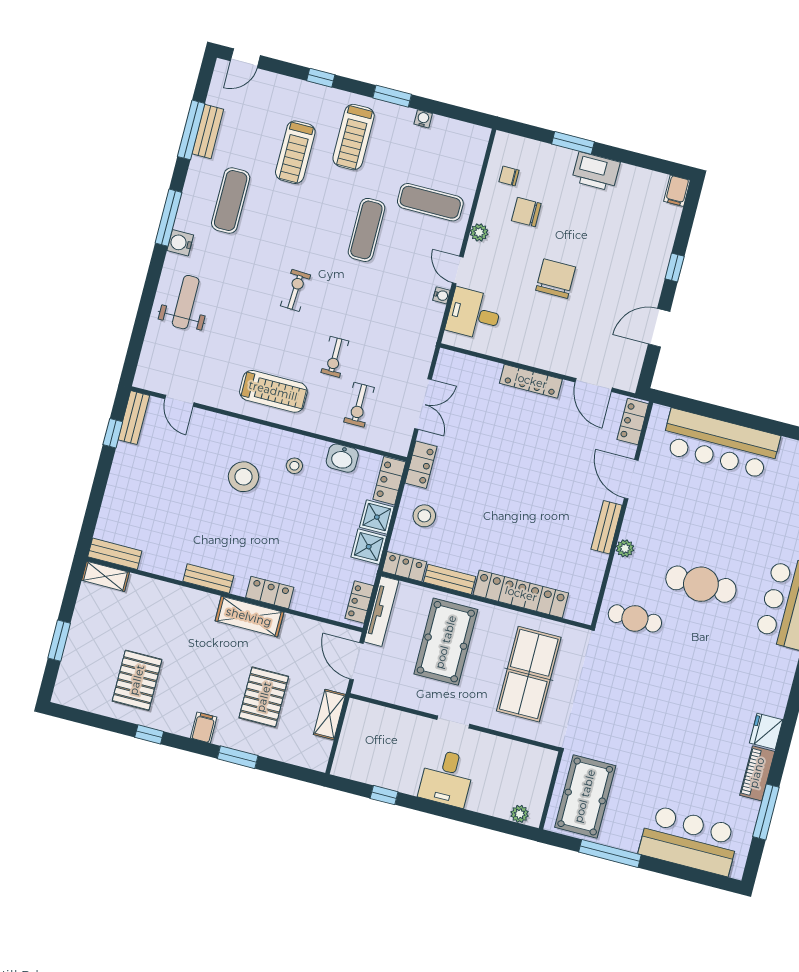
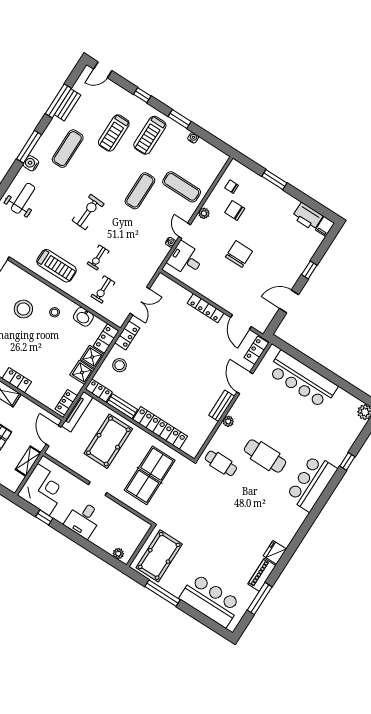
printer: (596, 172) -> (307, 216), moved
exercise bike: (296, 290) -> (88, 212), width x1.38, depth x1.39
corner desk: (368, 752) -> (43, 490), added

